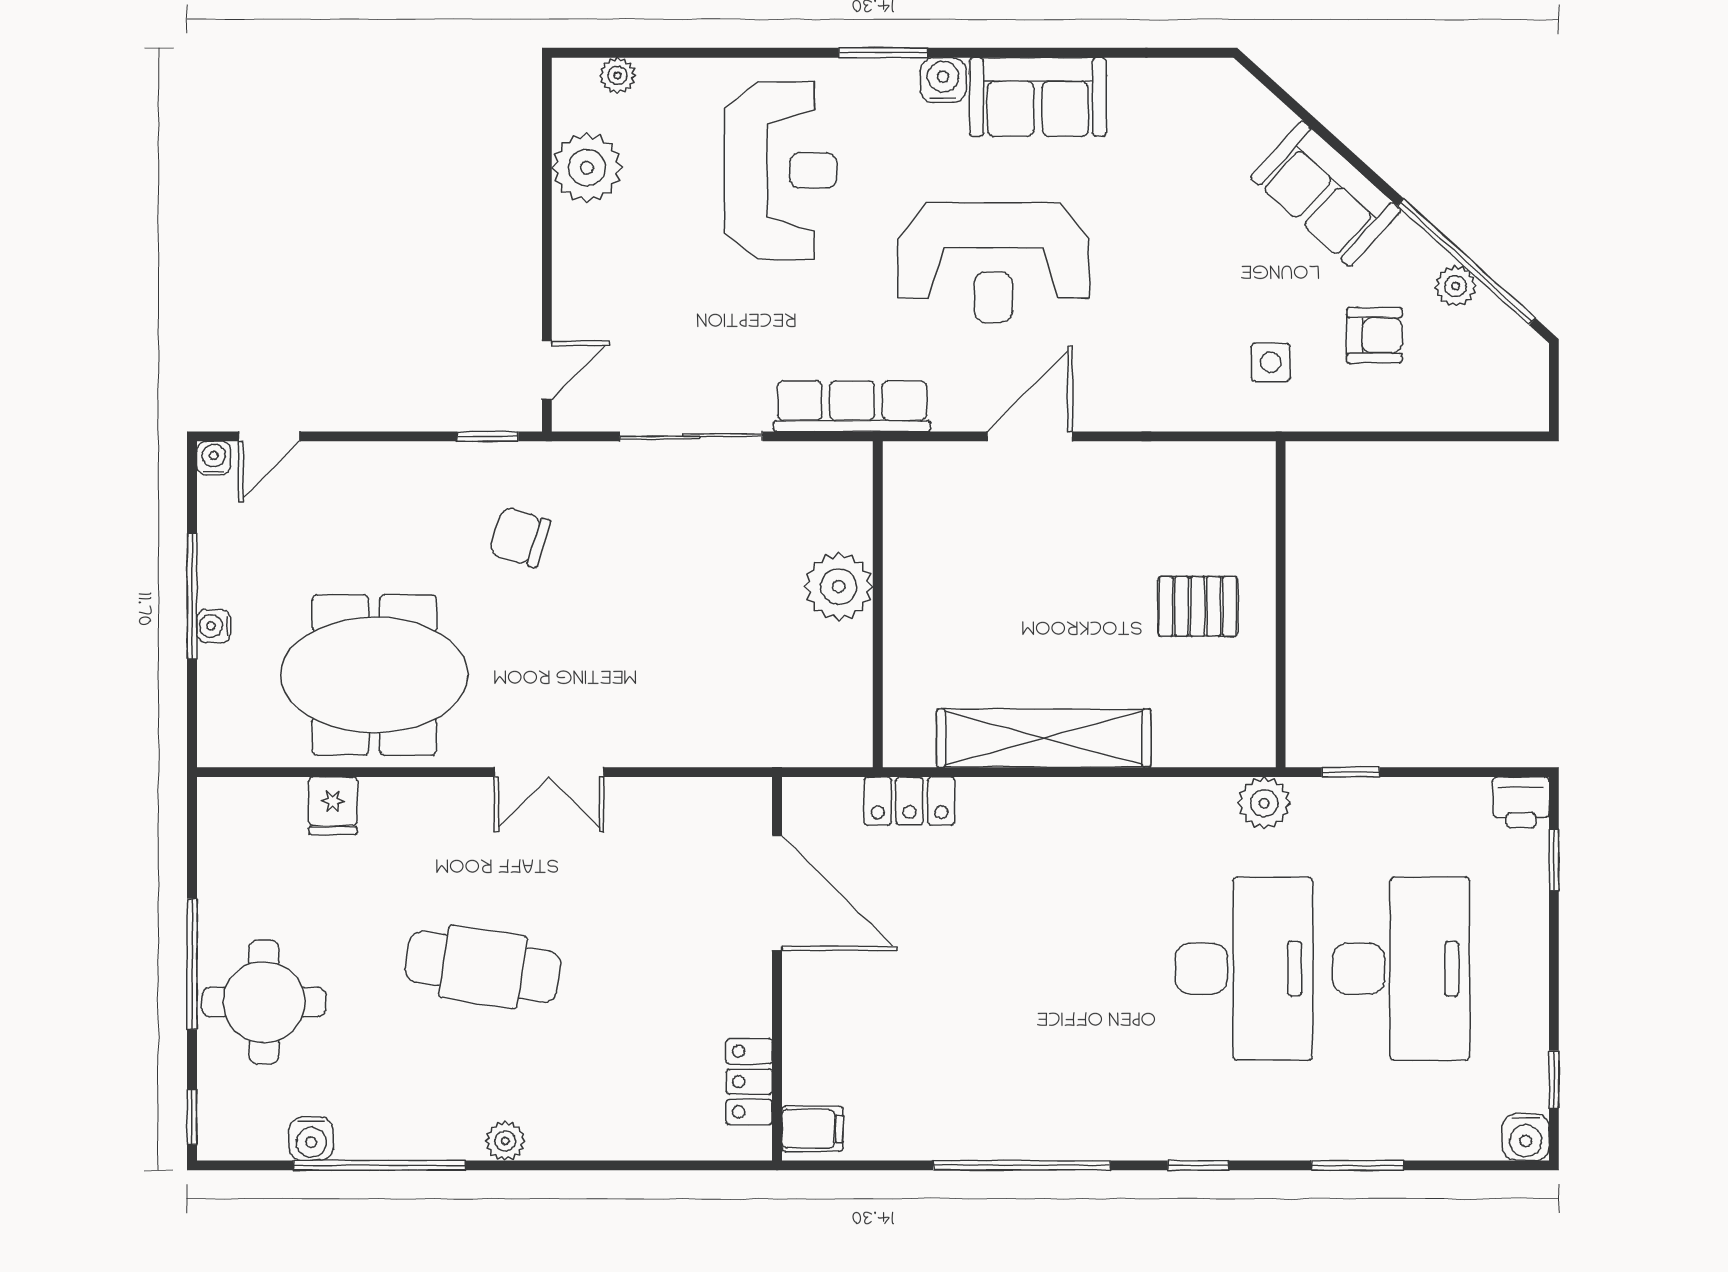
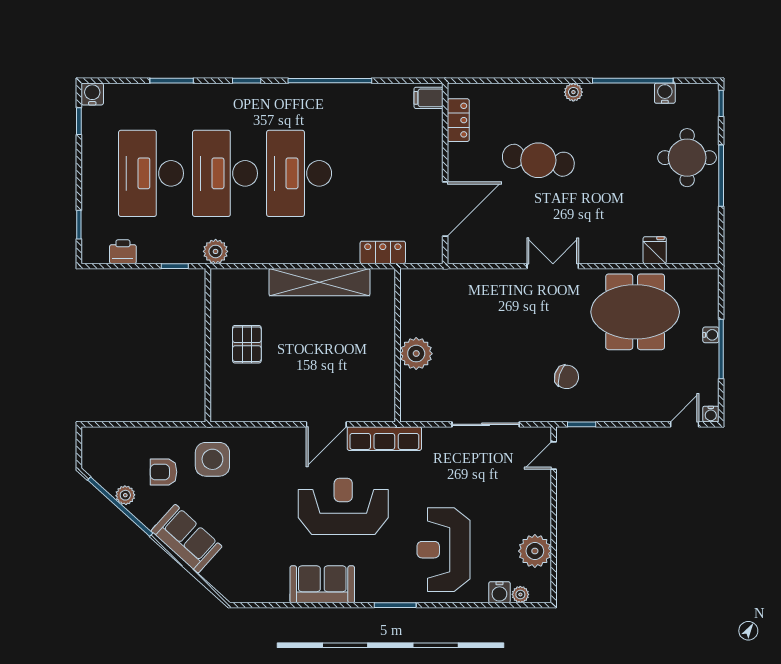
water cooler: (943, 80) -> (499, 592), moved
side table: (1271, 362) -> (212, 459), width x1.87, depth x1.87
row of seats: (852, 406) -> (384, 439), moved
pallet: (1198, 606) -> (247, 344), turned 90
printer: (1521, 802) -> (123, 252), moved
door: (777, 893) -> (445, 209), swing flipped
cafe table: (483, 967) -> (538, 160), moved
desk: (1087, 969) -> (299, 173), added

